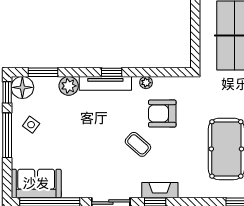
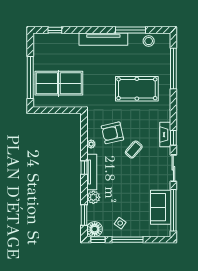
armchair: (162, 114) -> (112, 133), turned 77
sofa: (36, 183) -> (161, 207), moved

